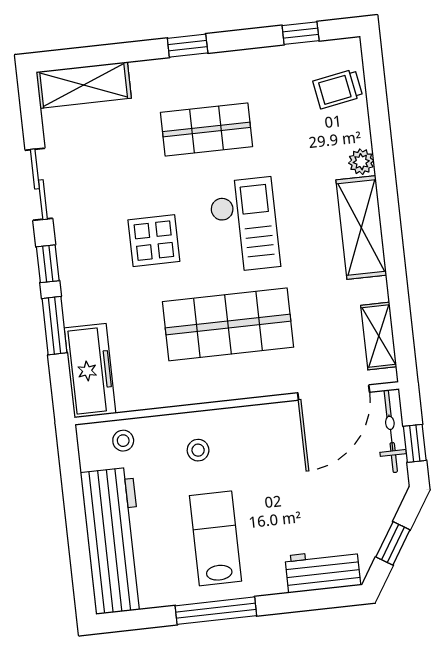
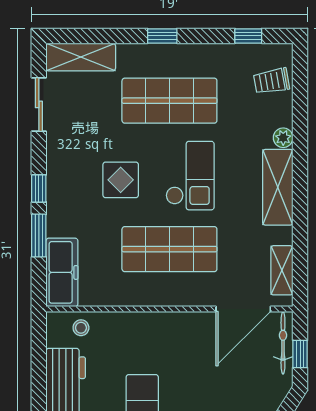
shop shelf: (206, 130) -> (169, 101), width x1.43, depth x1.36
sliding door: (39, 184) -> (39, 104), moved
stool: (198, 450) -> (136, 341), removed

